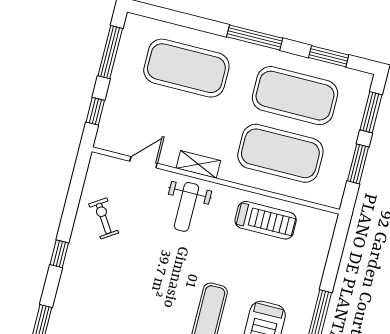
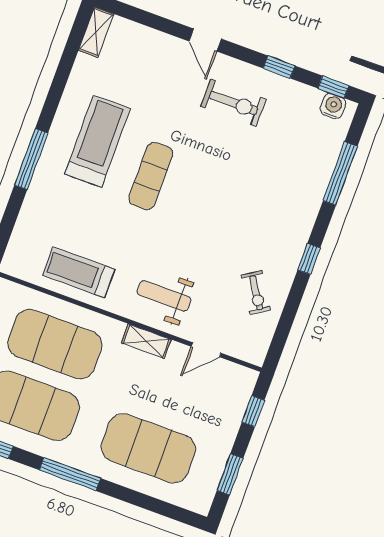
window: (110, 52) -> (230, 474), width x0.69
weight bench: (186, 207) -> (164, 296), turned -90

